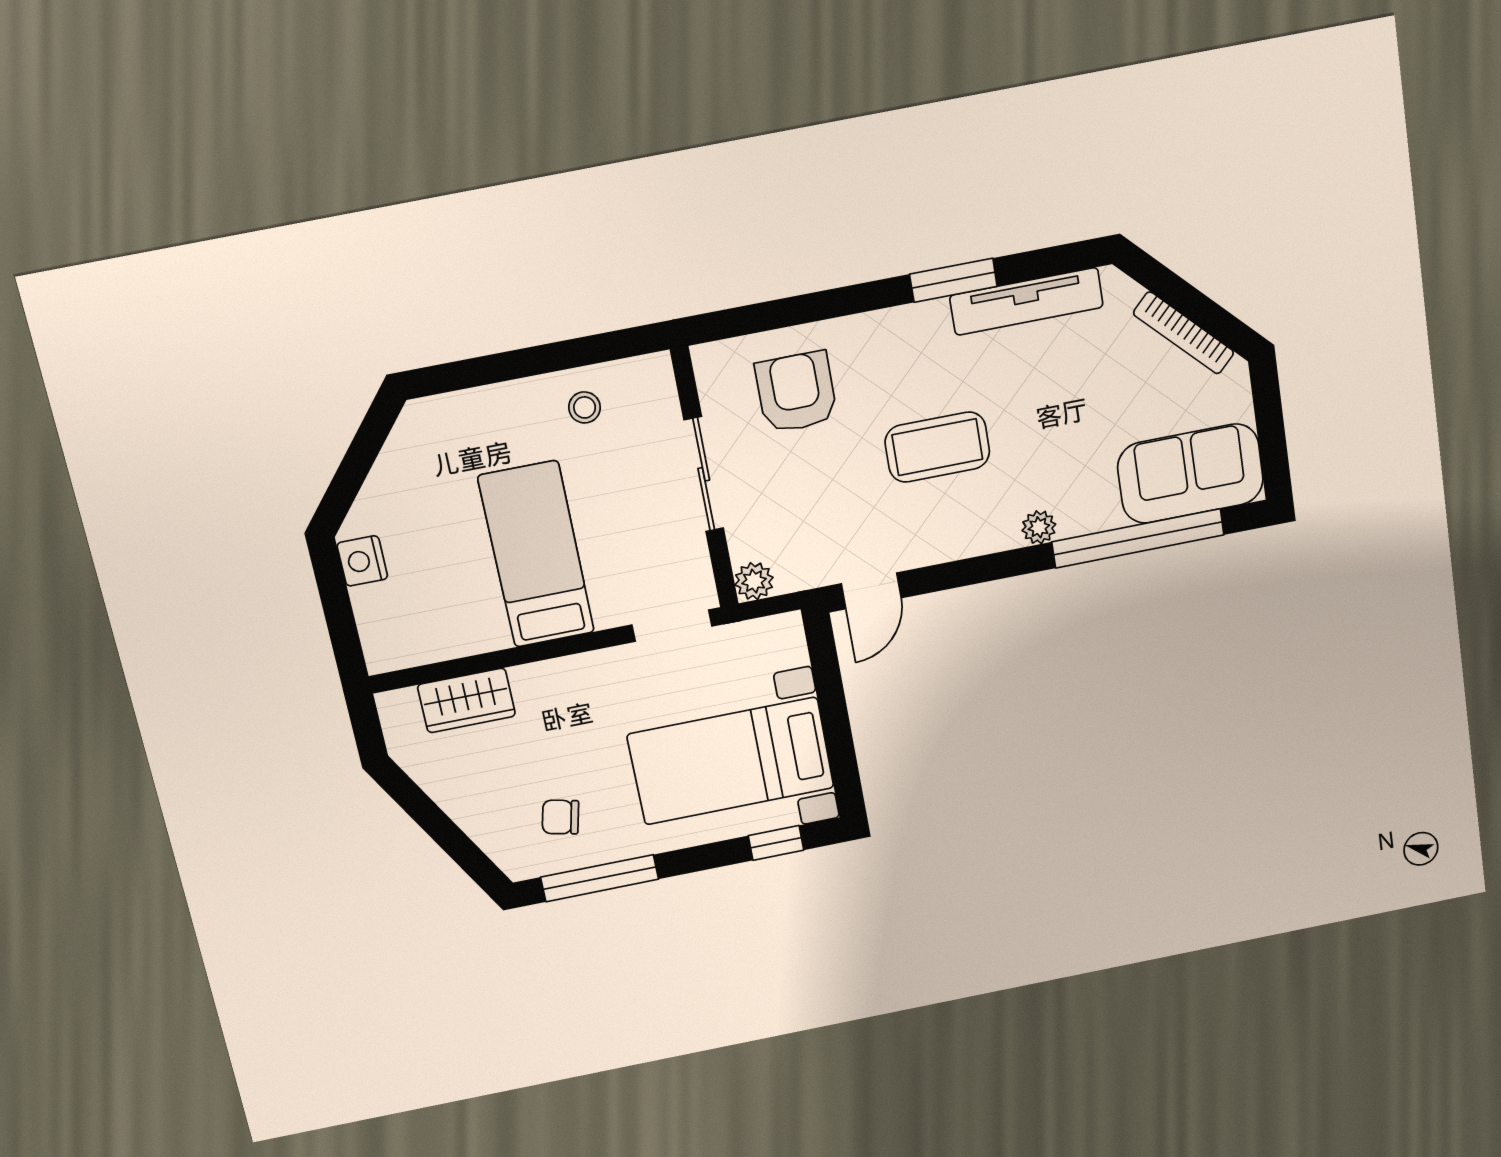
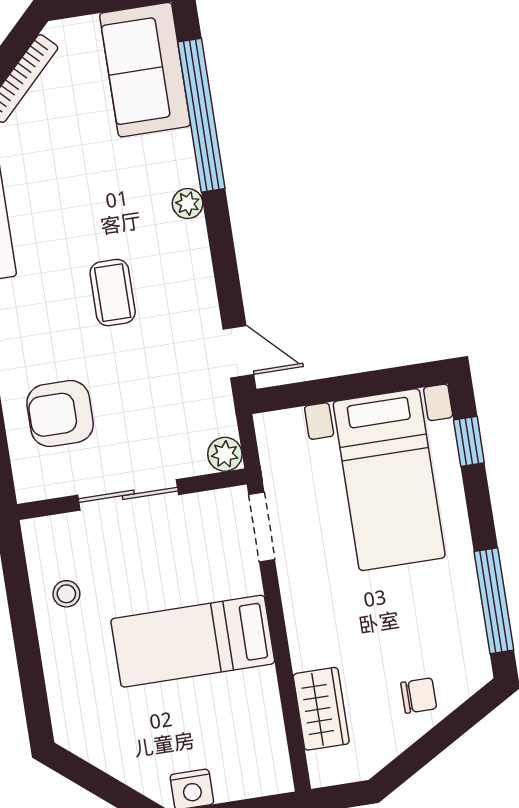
coffee table: (937, 447) -> (113, 293), width x0.73, depth x0.77
chair: (560, 817) -> (419, 696), moved, turned -103

